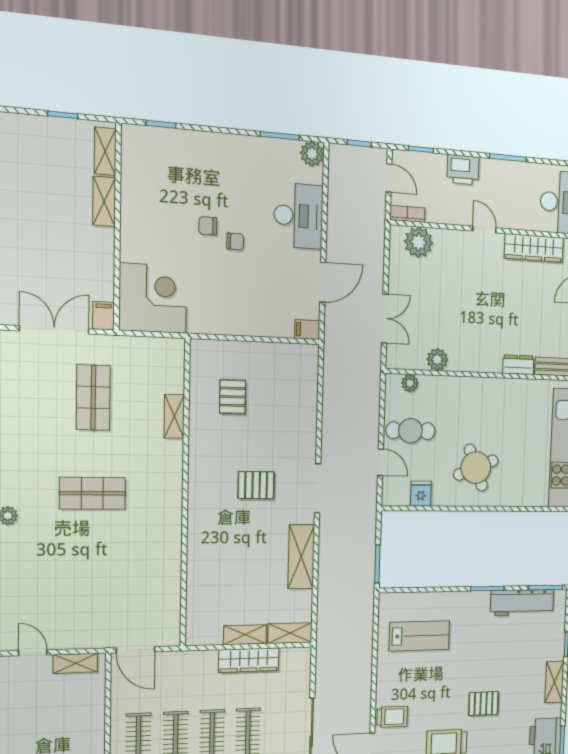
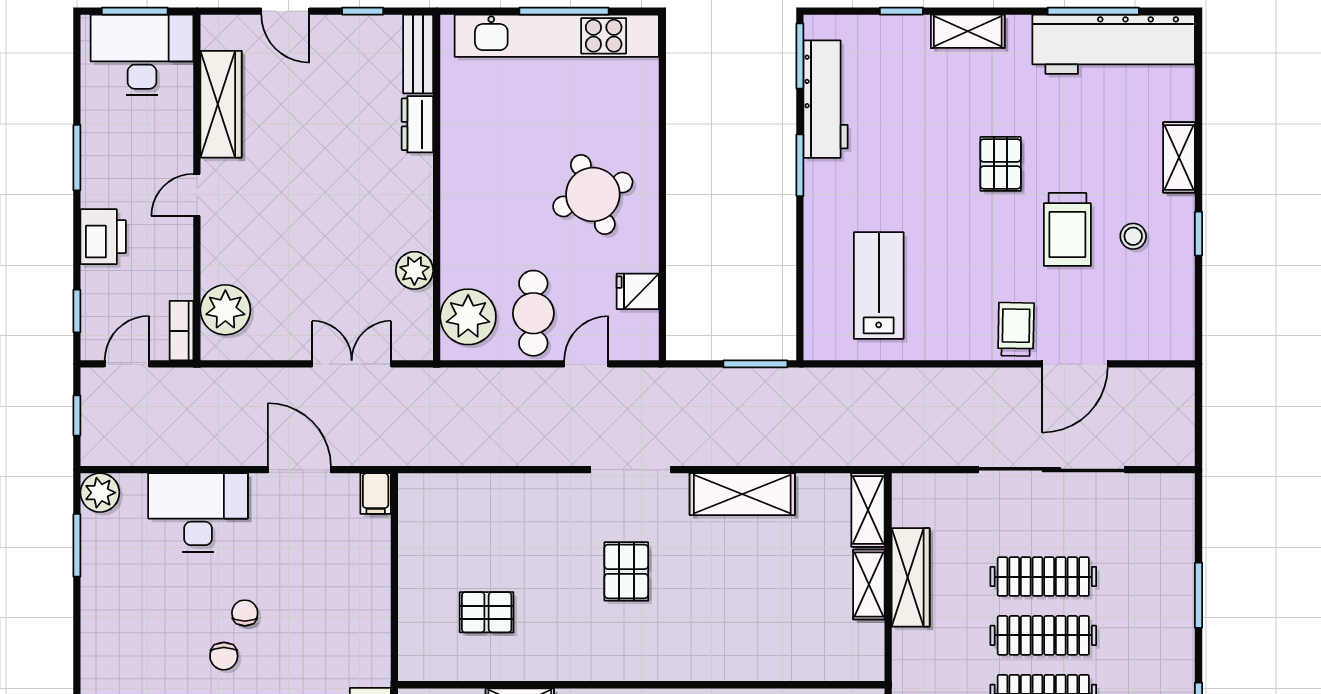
plant: (410, 383) -> (468, 317), width x1.87, depth x1.87

